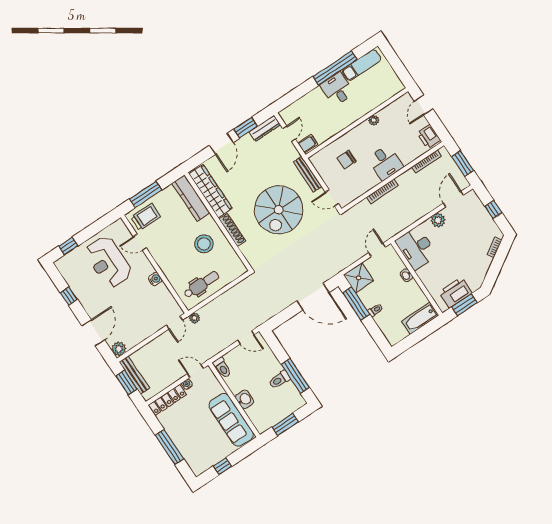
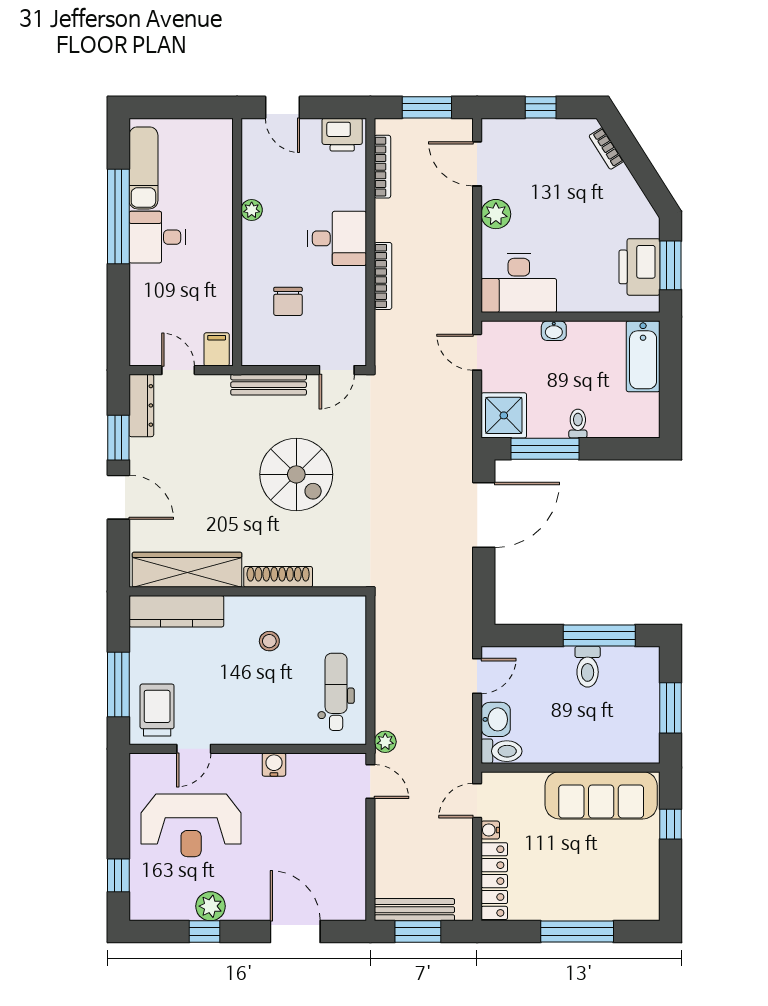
spiral stairs: (279, 210) -> (296, 474), width x0.73, depth x0.73
stool: (204, 244) -> (269, 641), width x0.53, depth x0.53
plant: (119, 349) -> (211, 906), moved
washbasin: (245, 399) -> (496, 719), moved, turned 90
window: (222, 466) -> (670, 824), moved

